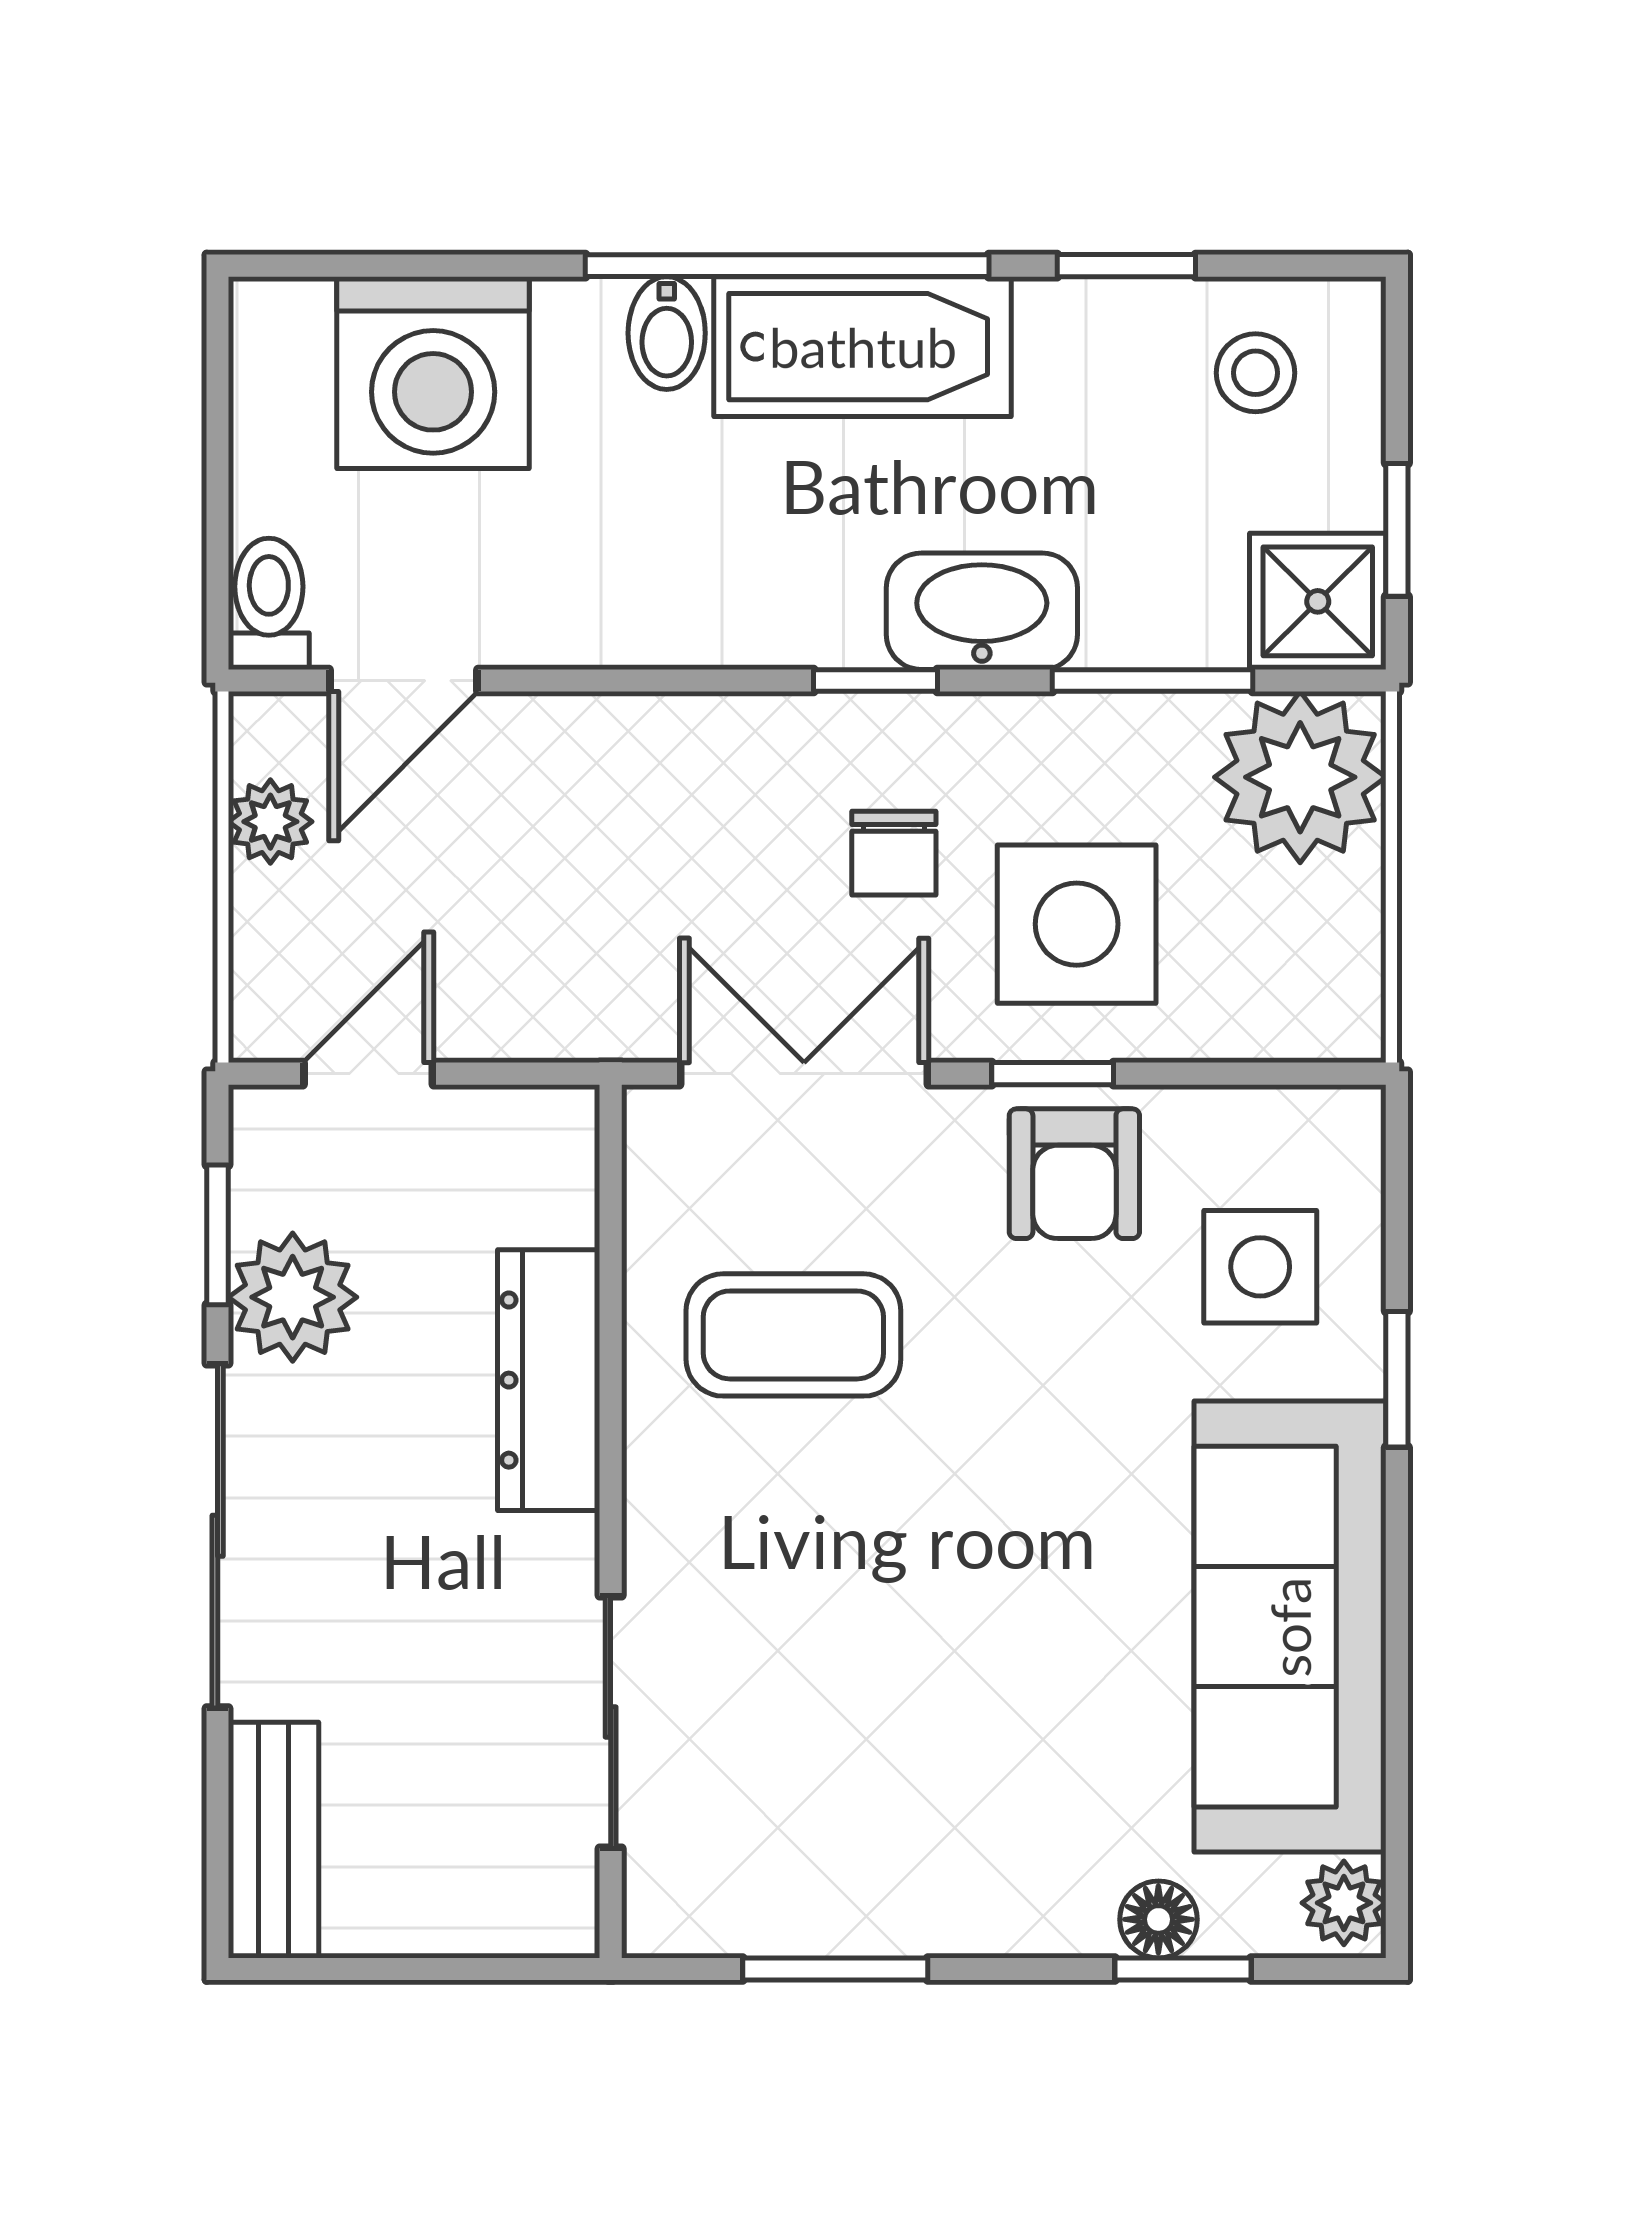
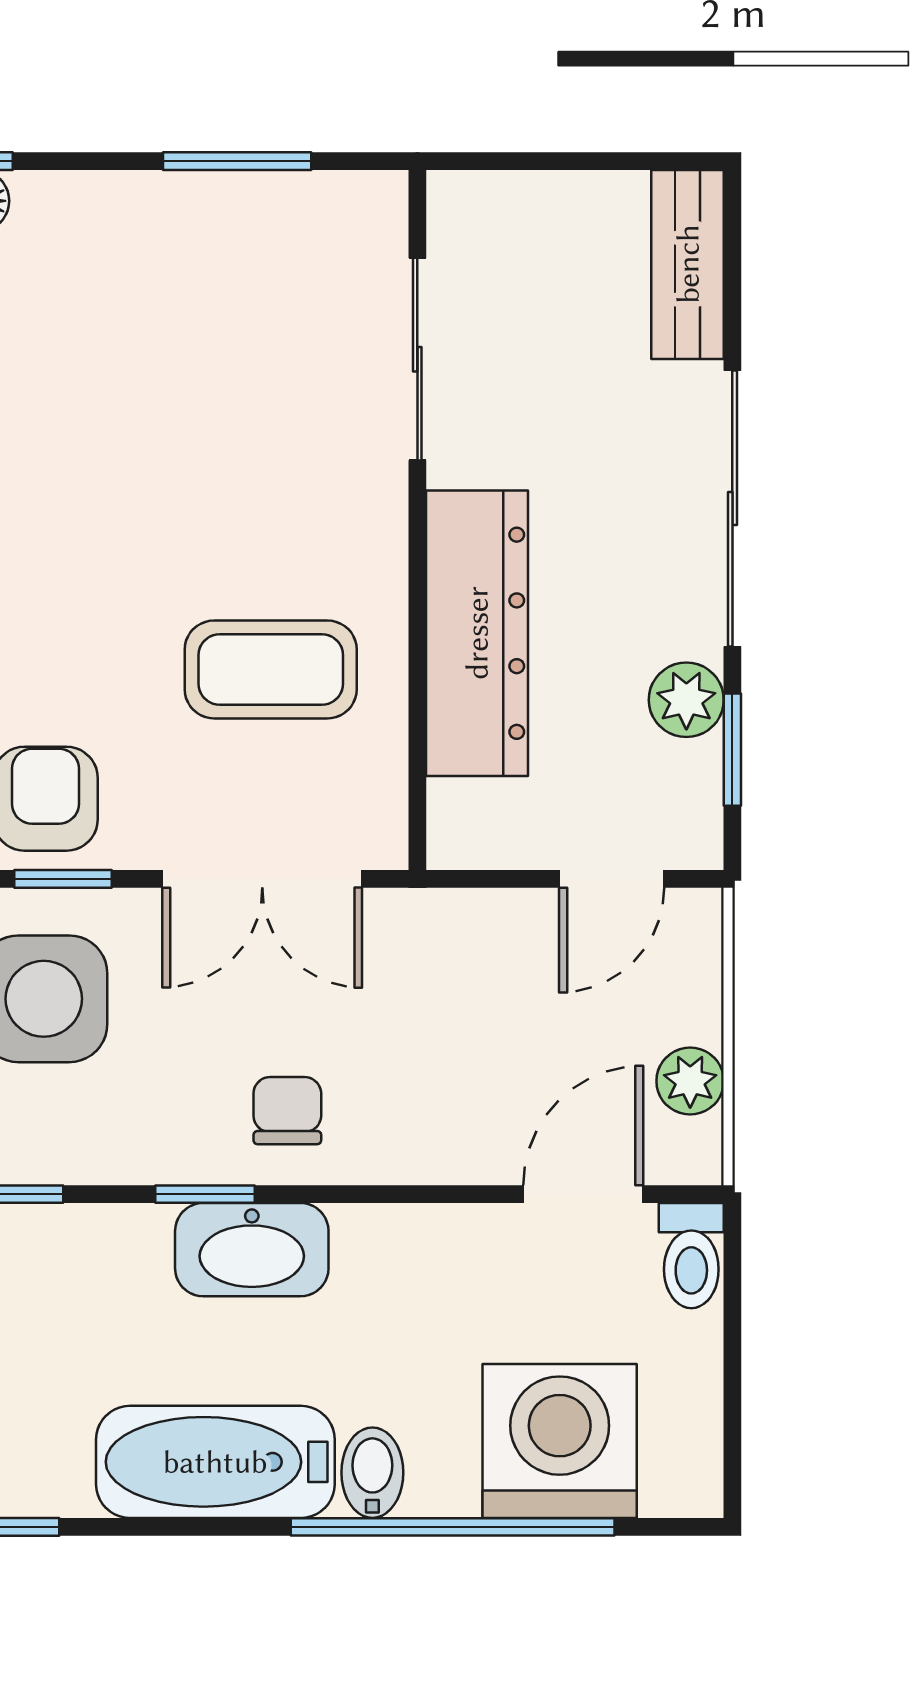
window: (787, 266) -> (453, 1527), moved
washbasin: (982, 611) -> (252, 1250), moved
chair: (894, 853) -> (287, 1111), moved
plant: (293, 1297) -> (686, 700), width x0.73, depth x0.73
dresser: (549, 1380) -> (477, 633), width x1.37, depth x1.24

